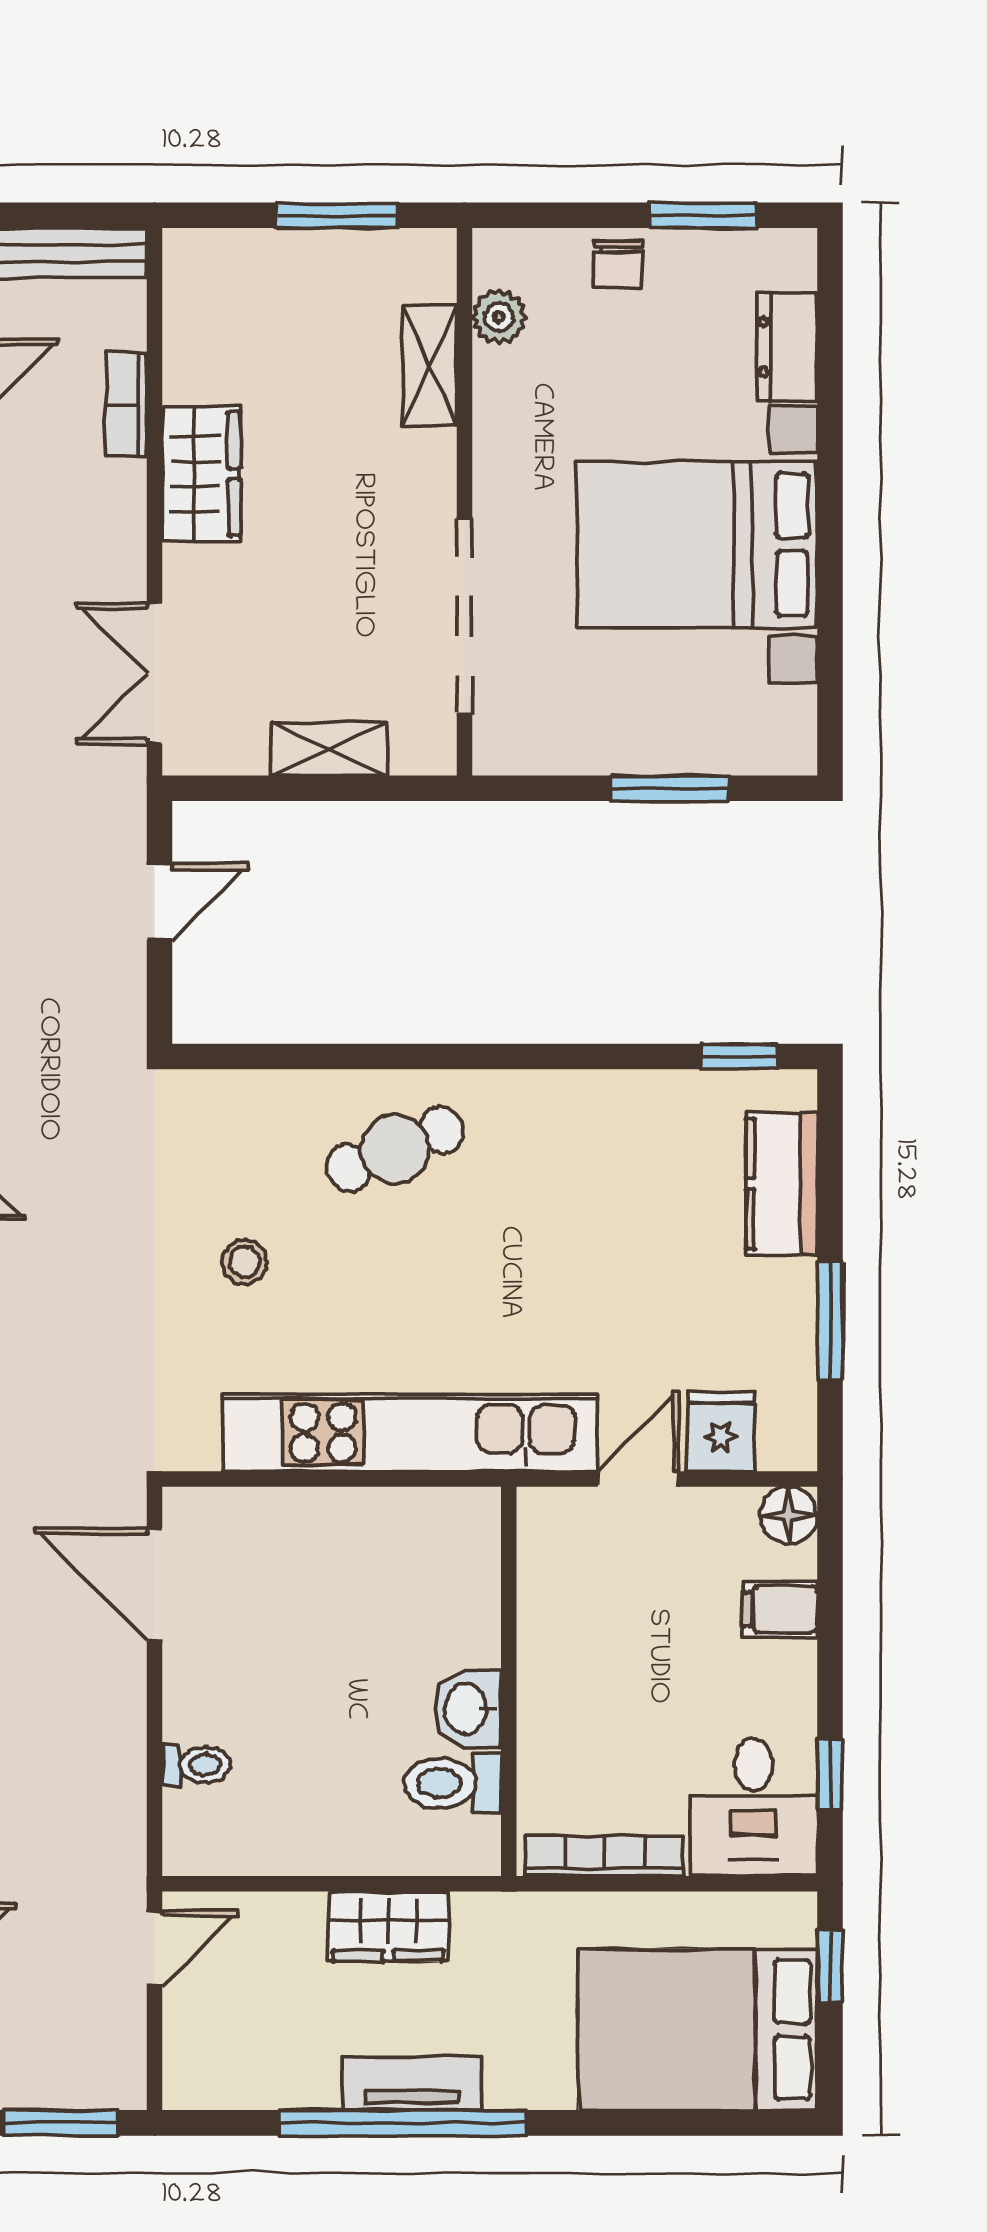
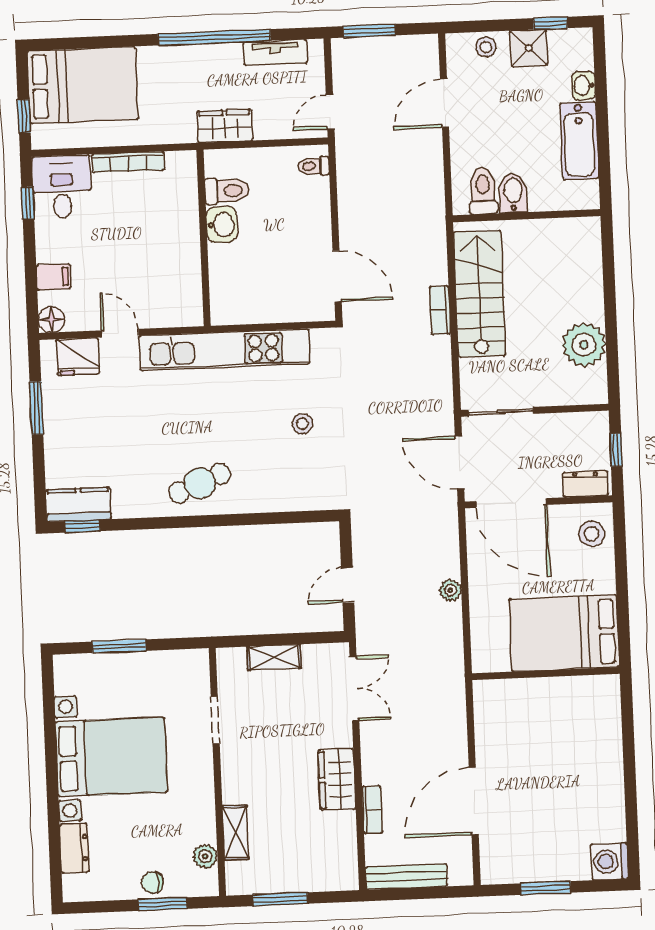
window: (703, 215) -> (163, 904), moved
chair: (618, 264) -> (152, 882), turned -90
doorway: (464, 616) -> (215, 720), width x0.53
cafe table: (395, 1149) -> (200, 483), moved
kitchen counter: (782, 1184) -> (78, 504), moved, turned -90
fridge: (721, 1431) -> (78, 356), width x1.38
door: (638, 1479) -> (120, 333), swing flipped
wall: (509, 1681) -> (204, 238), moved
washbasin: (468, 1709) -> (222, 225), moved
toilet: (196, 1765) -> (313, 166), moved
toilet: (453, 1783) -> (227, 191), moved
tv unit: (412, 2084) -> (275, 52), moved

